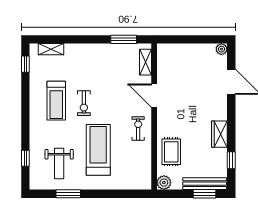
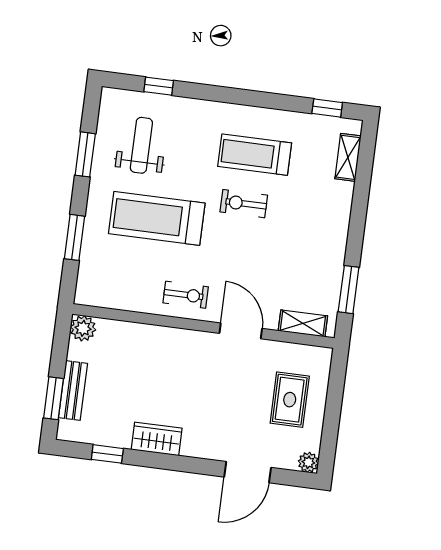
door: (154, 96) -> (241, 331), hinge flipped
treadmill: (98, 150) -> (157, 218), turned 180
rug: (171, 152) -> (290, 400), moved, turned 90
weight bench: (59, 164) -> (141, 145), turned 90
bench: (205, 184) -> (73, 391), width x0.73
window: (115, 194) -> (74, 237), added

